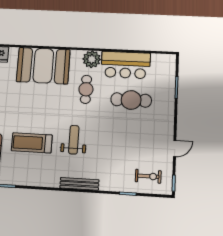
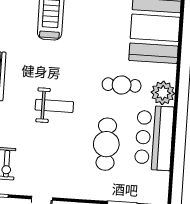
weight bench: (74, 140) -> (54, 106), moved

